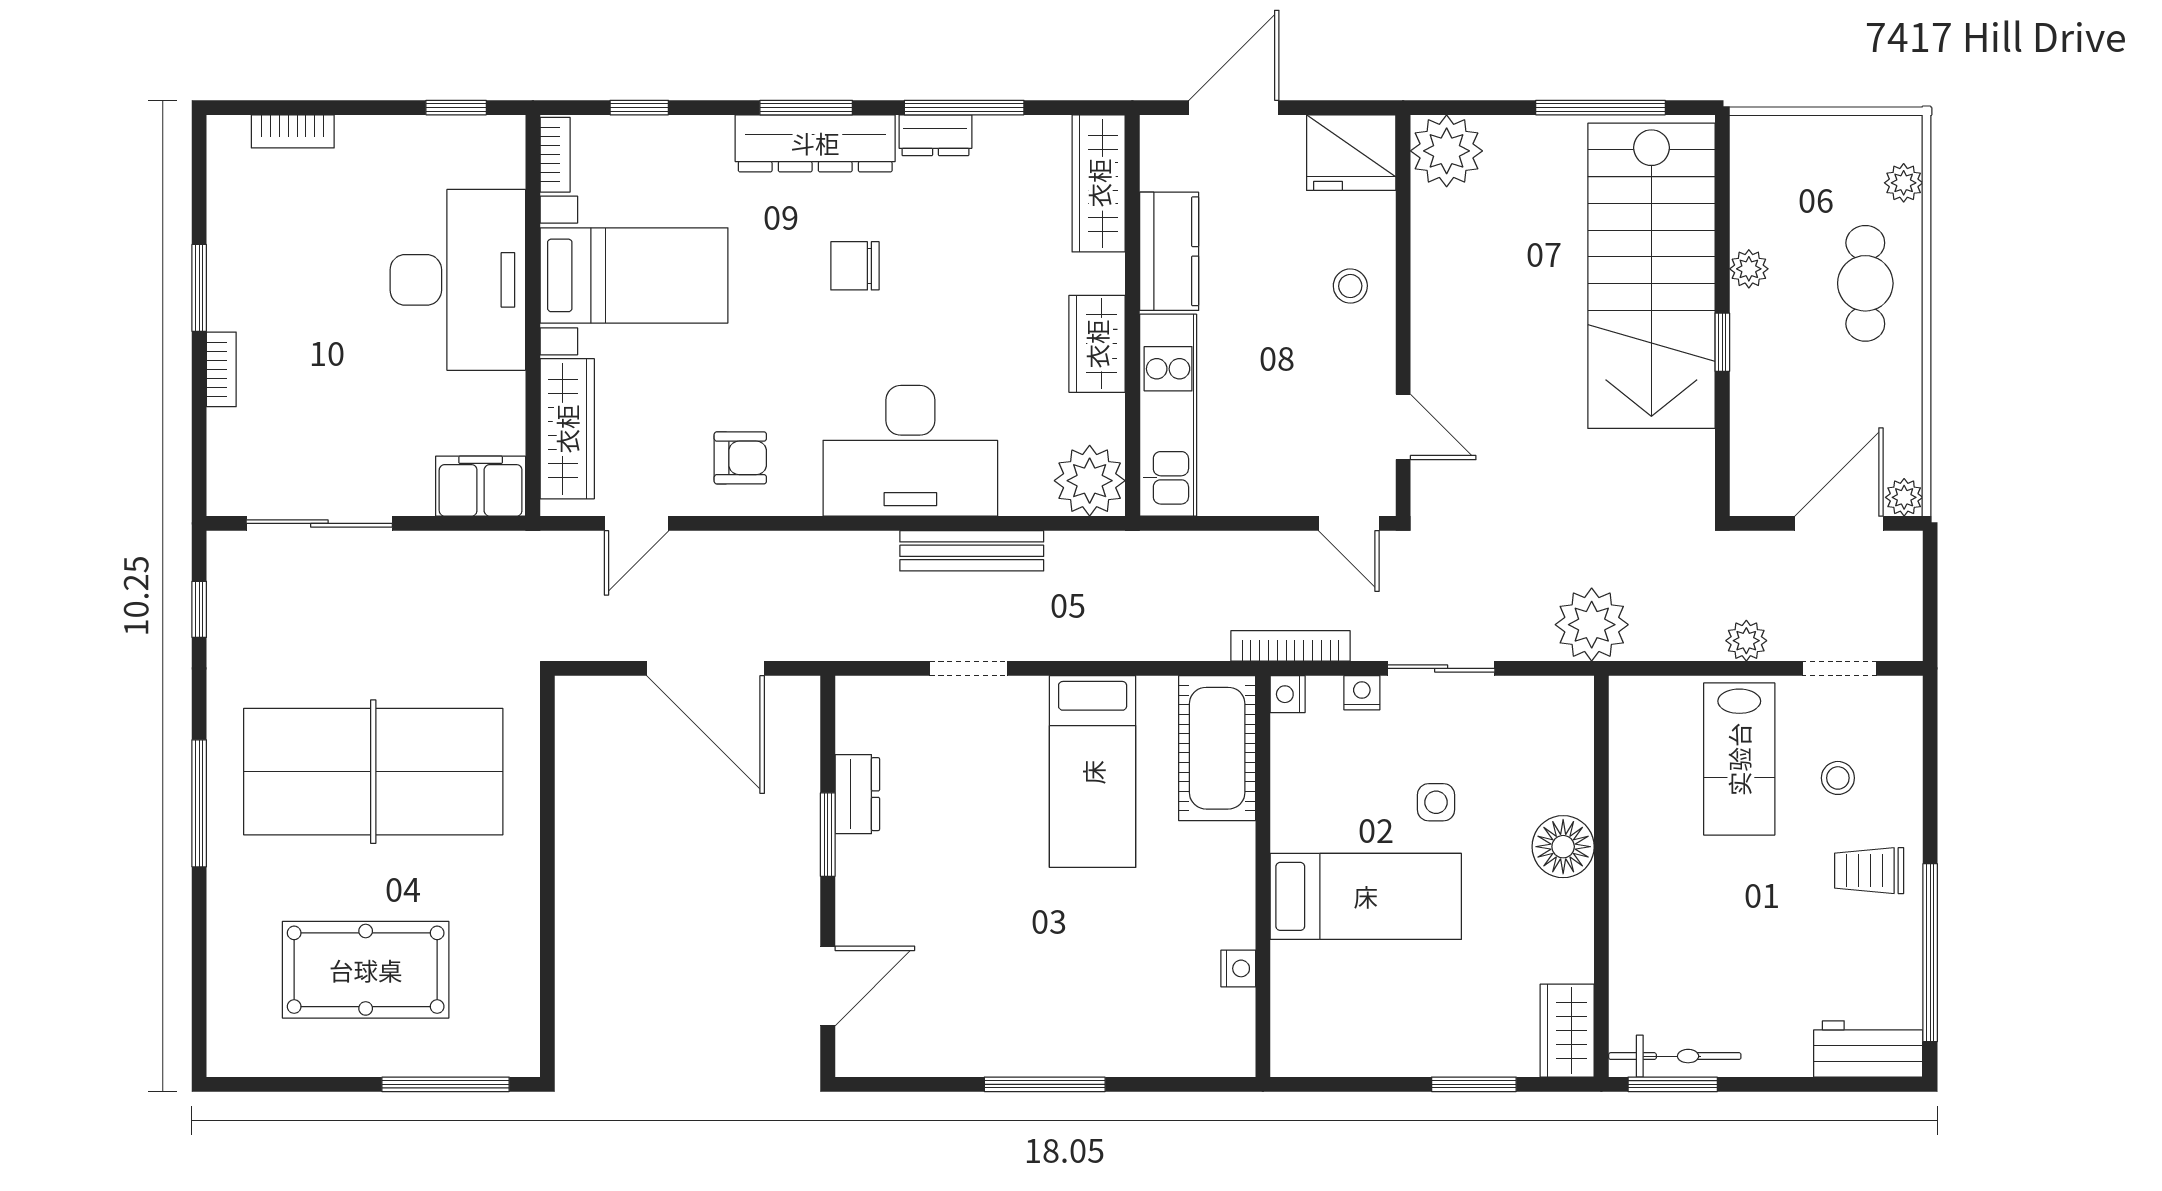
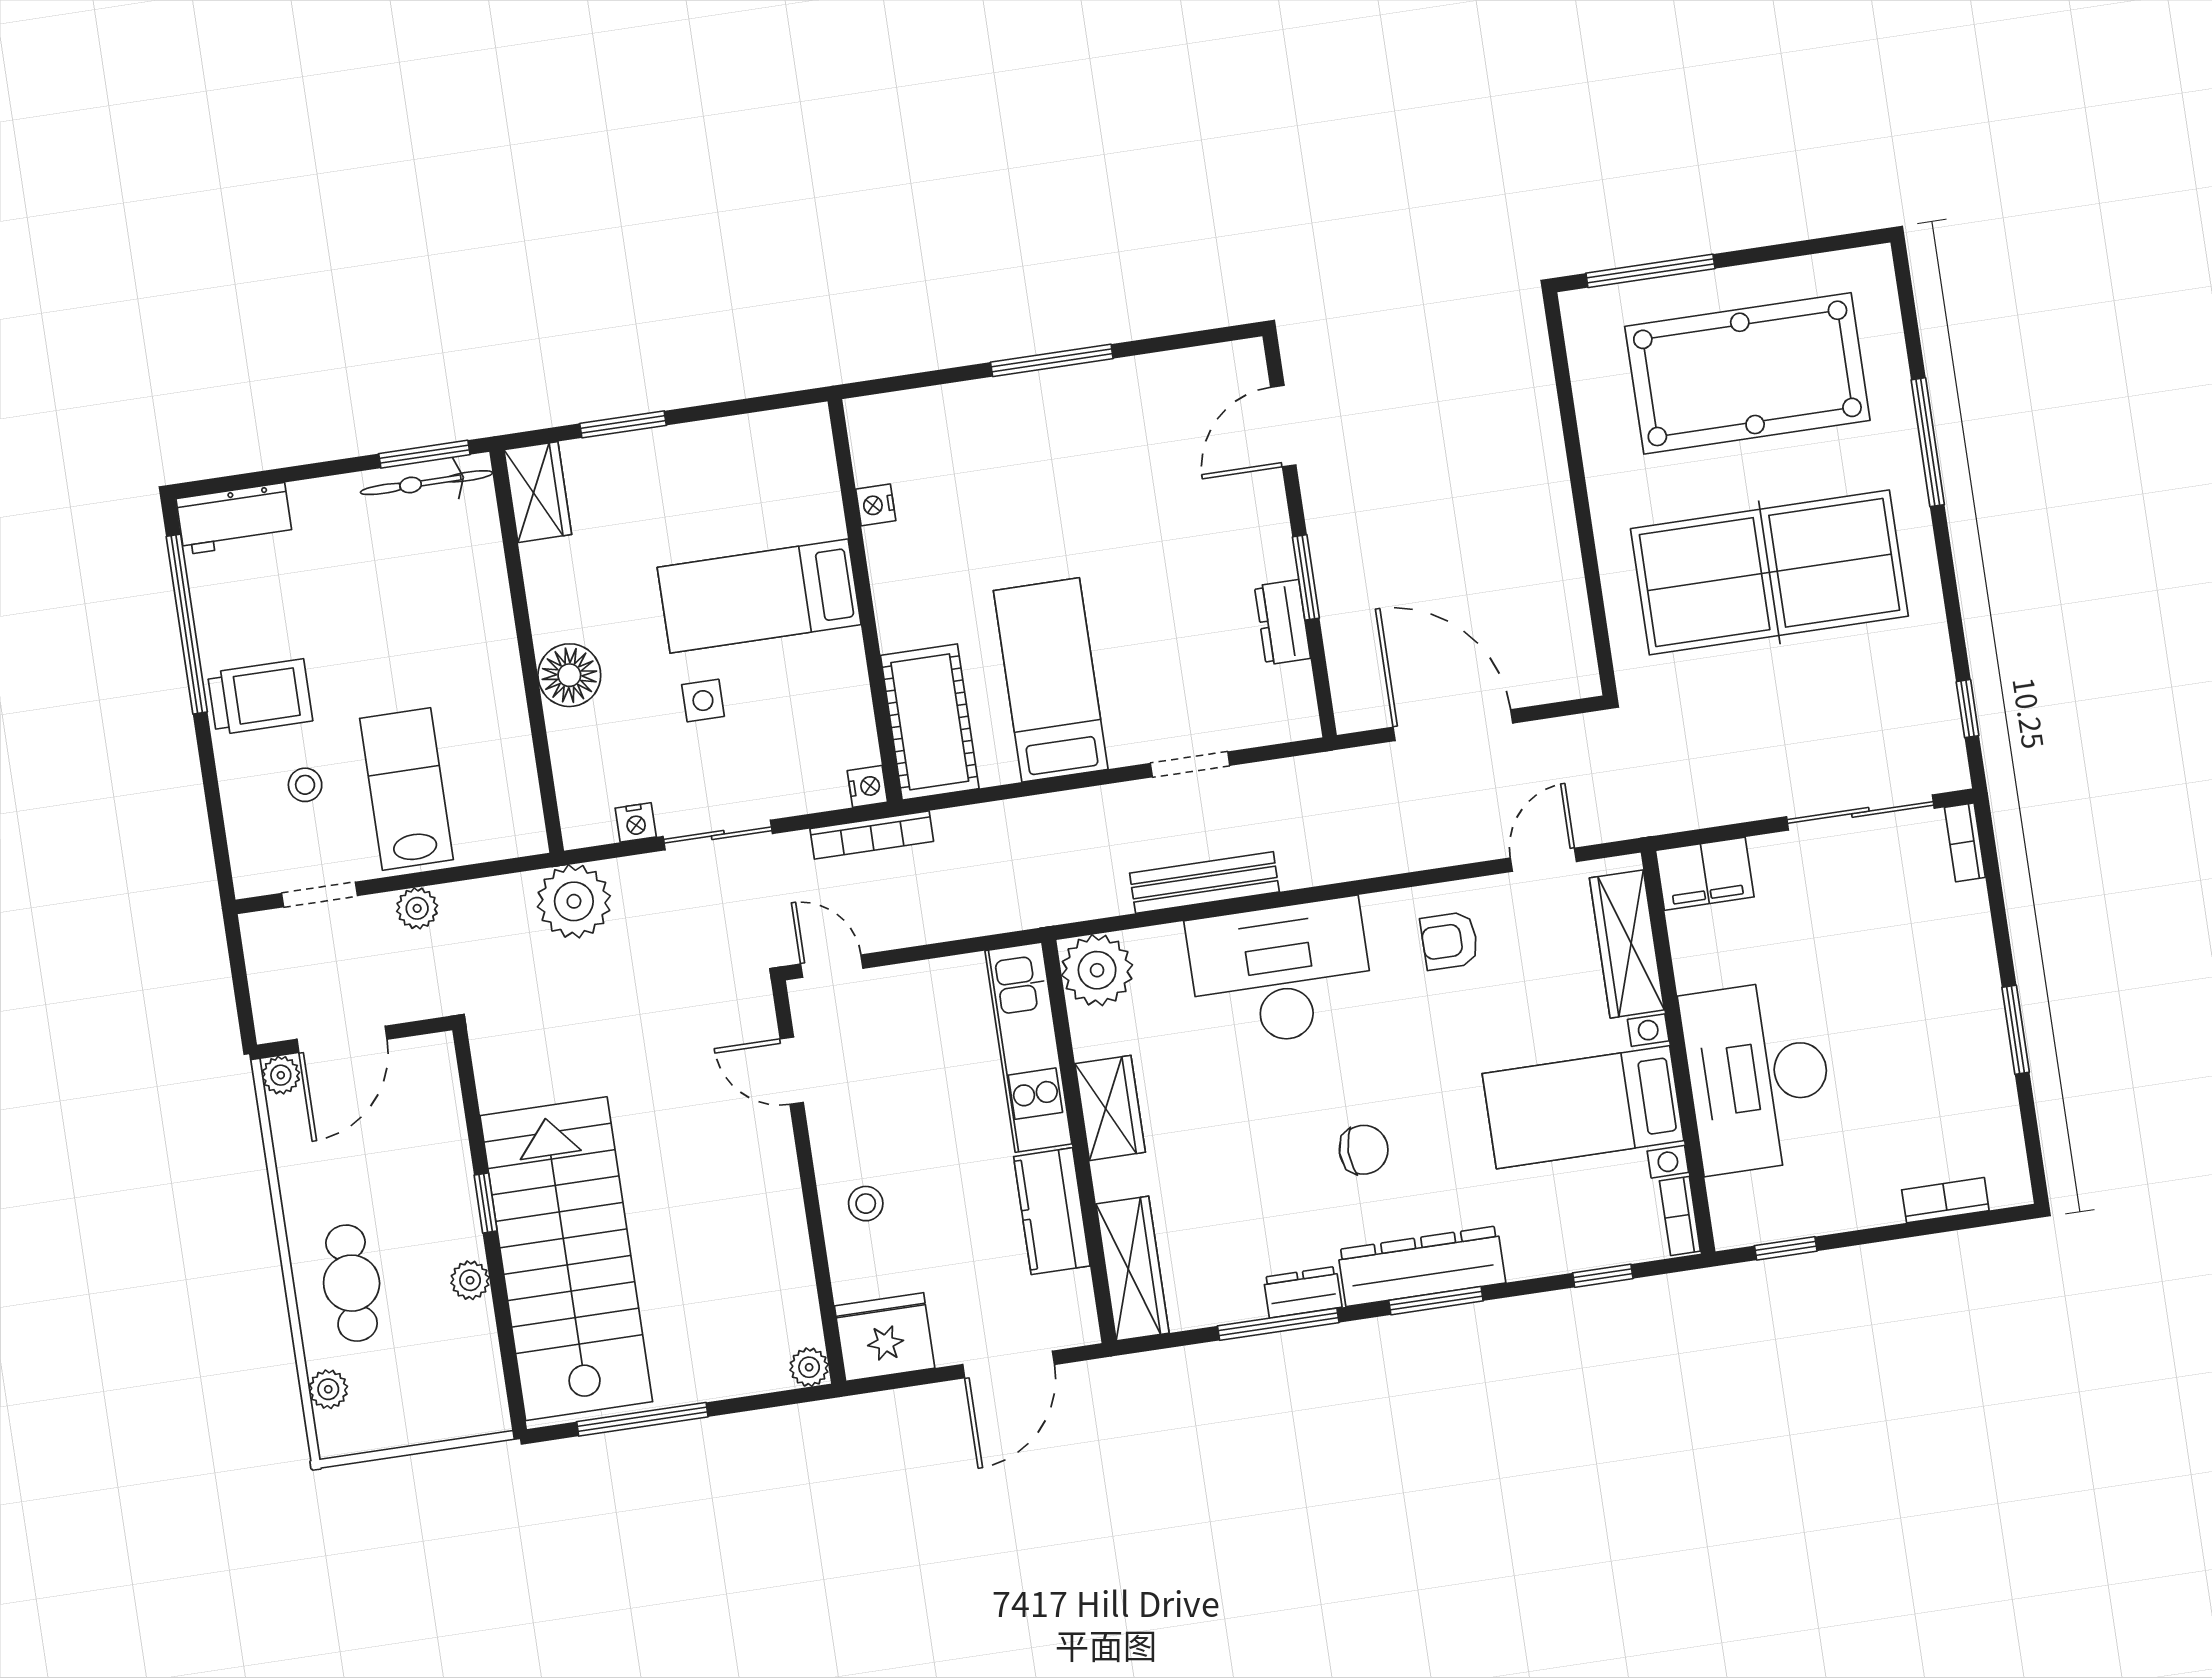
plant: (1447, 151) -> (809, 1367), width x0.53, depth x0.53
bookcase: (221, 369) -> (1965, 842), moved
nightstand: (1362, 693) -> (636, 822), moved
window: (199, 803) -> (1928, 442), moved
trolley: (1869, 871) -> (260, 697), width x1.36, depth x1.39
pool table: (366, 970) -> (1747, 373), width x1.36, depth x1.32

